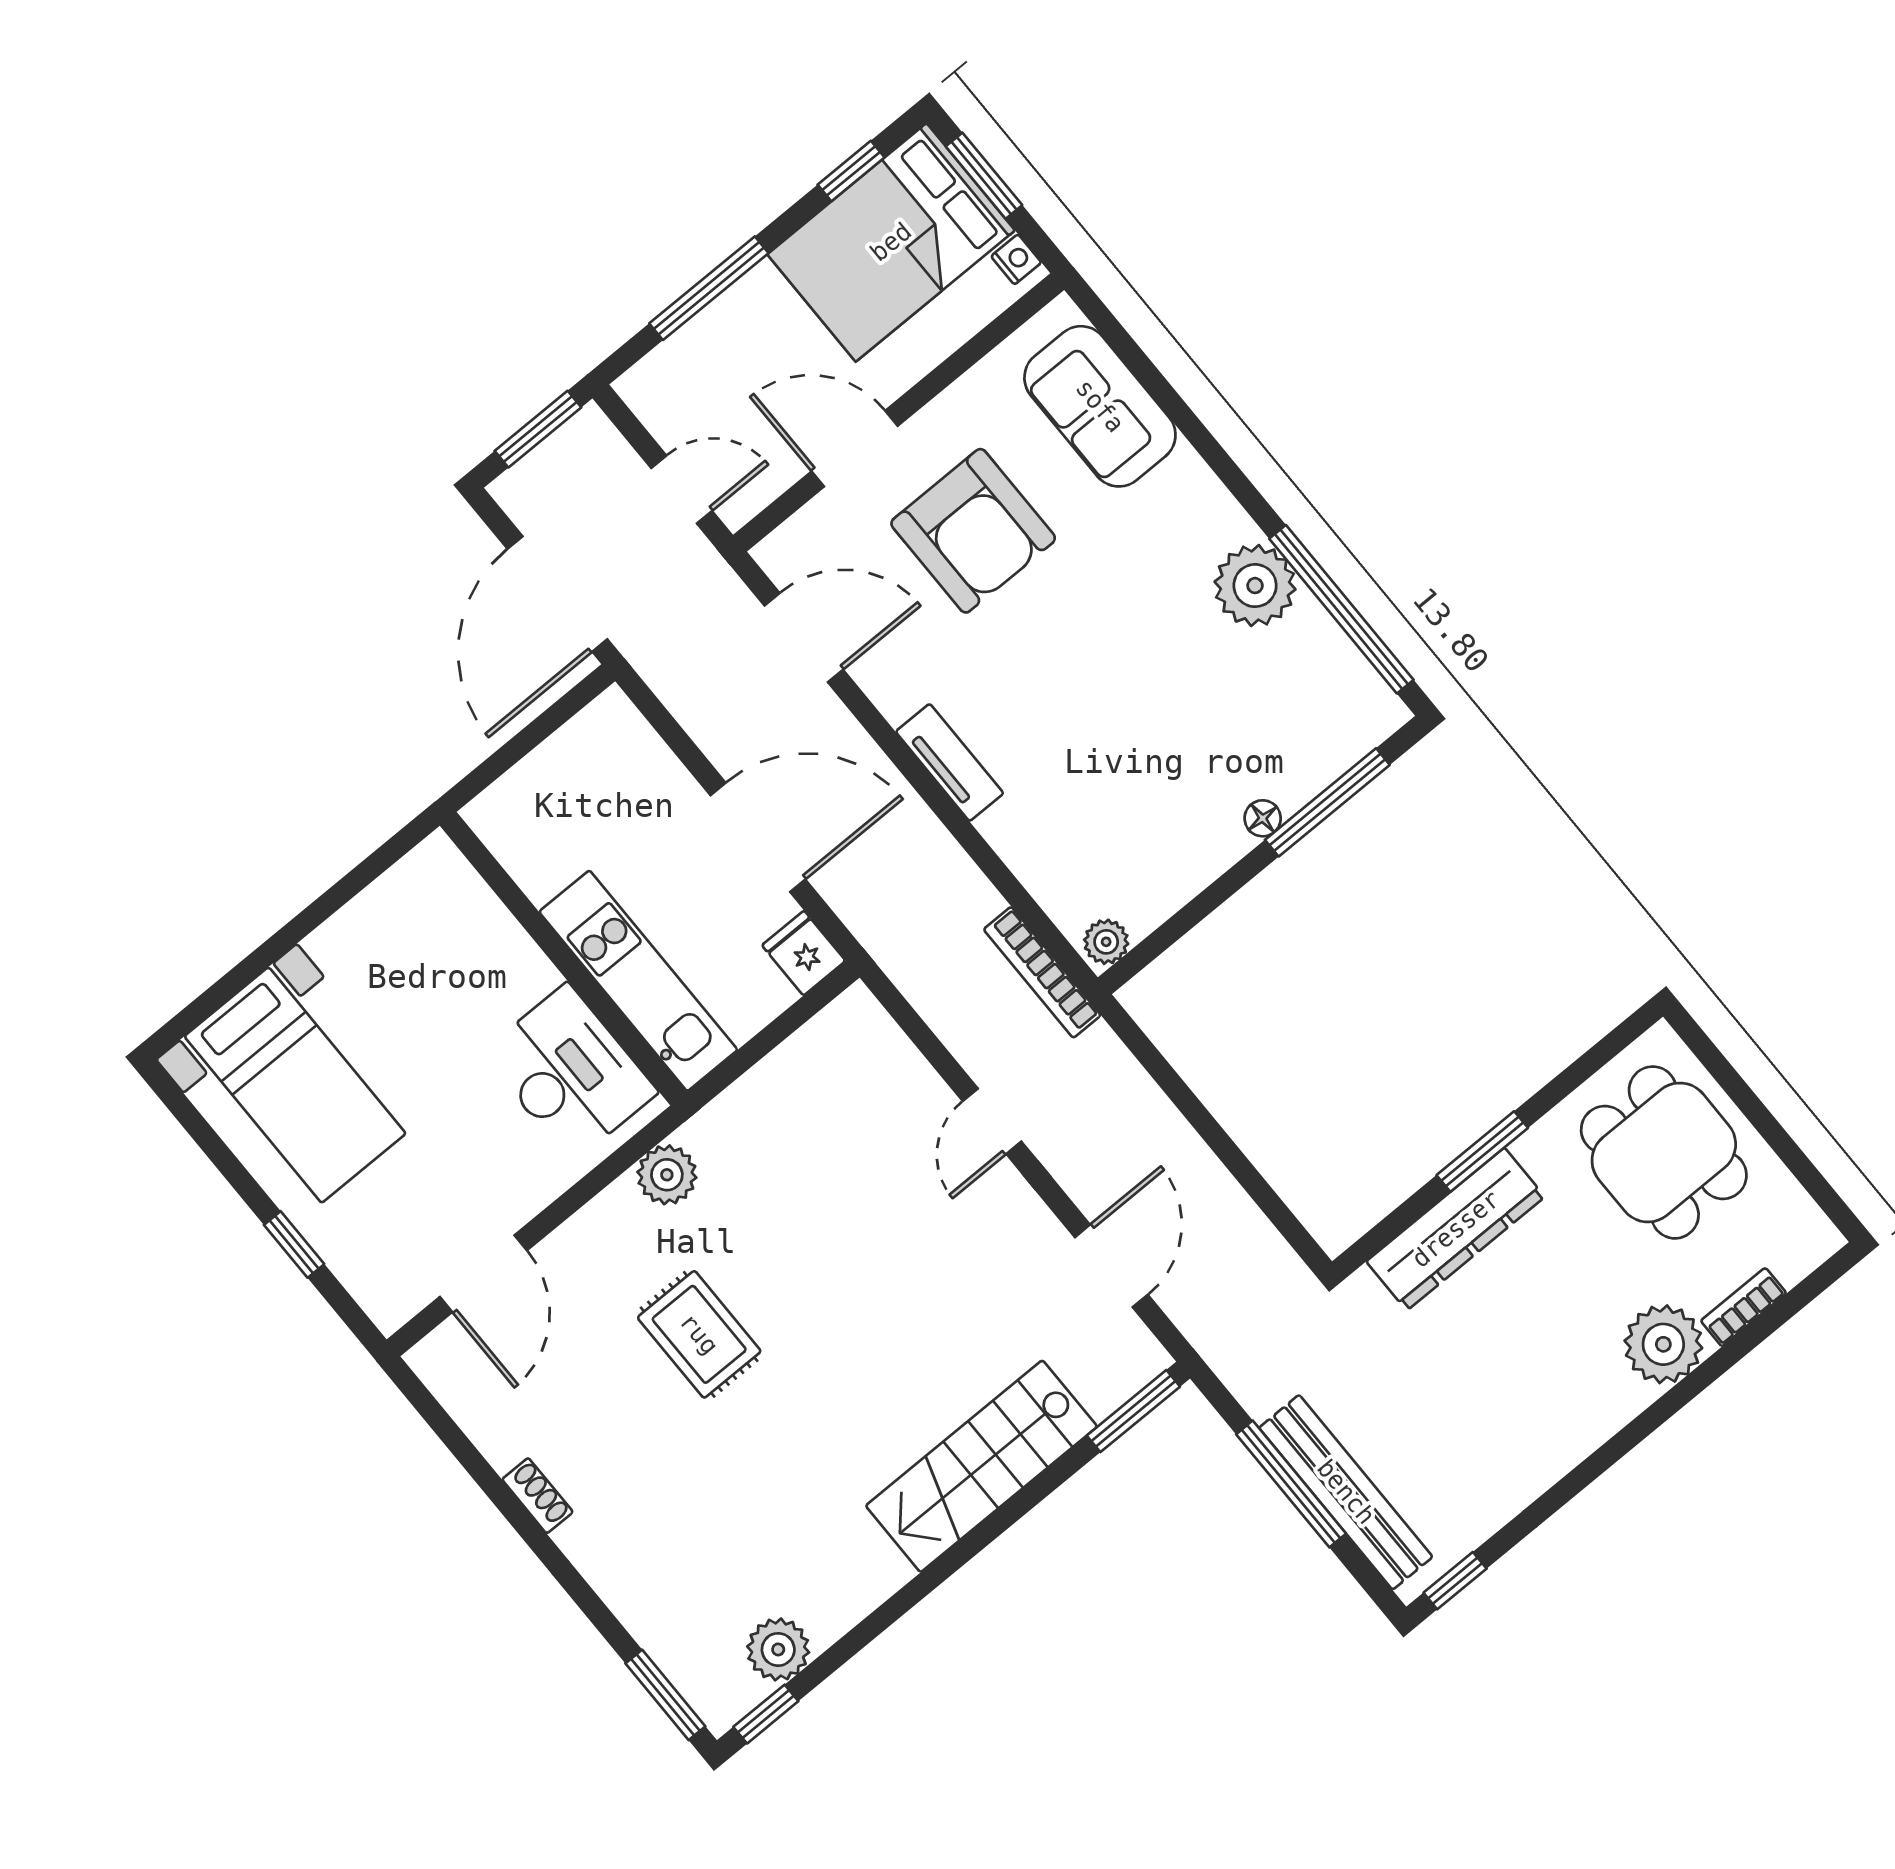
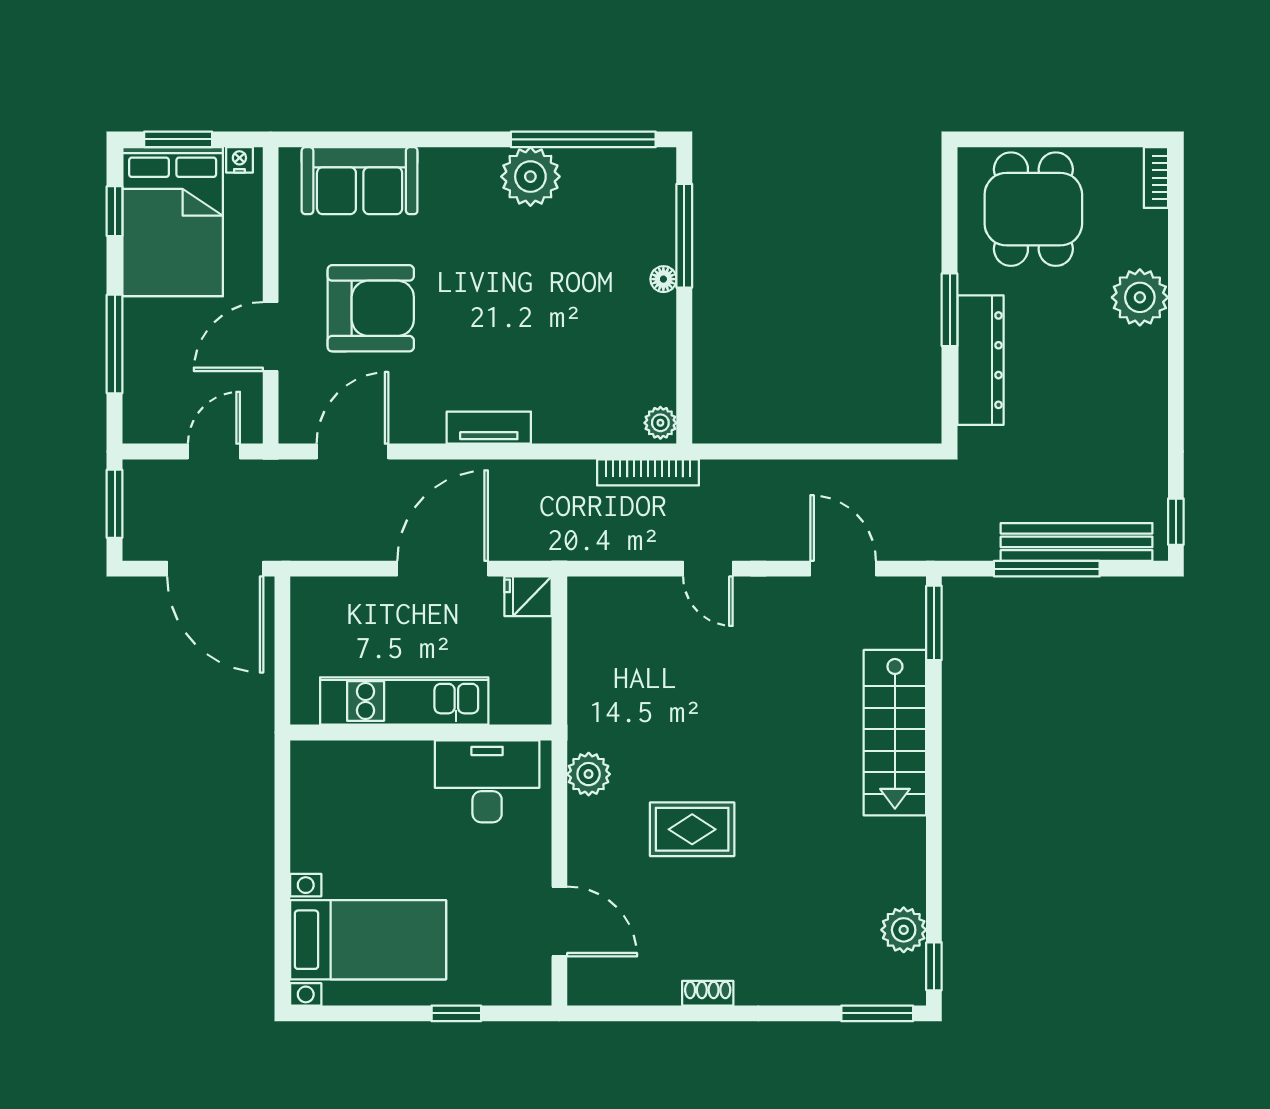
kitchen unit: (638, 981) -> (404, 701), moved
dining table: (1664, 1152) -> (1033, 209), turned 90
bookcase: (1744, 1307) -> (1156, 178), moved

